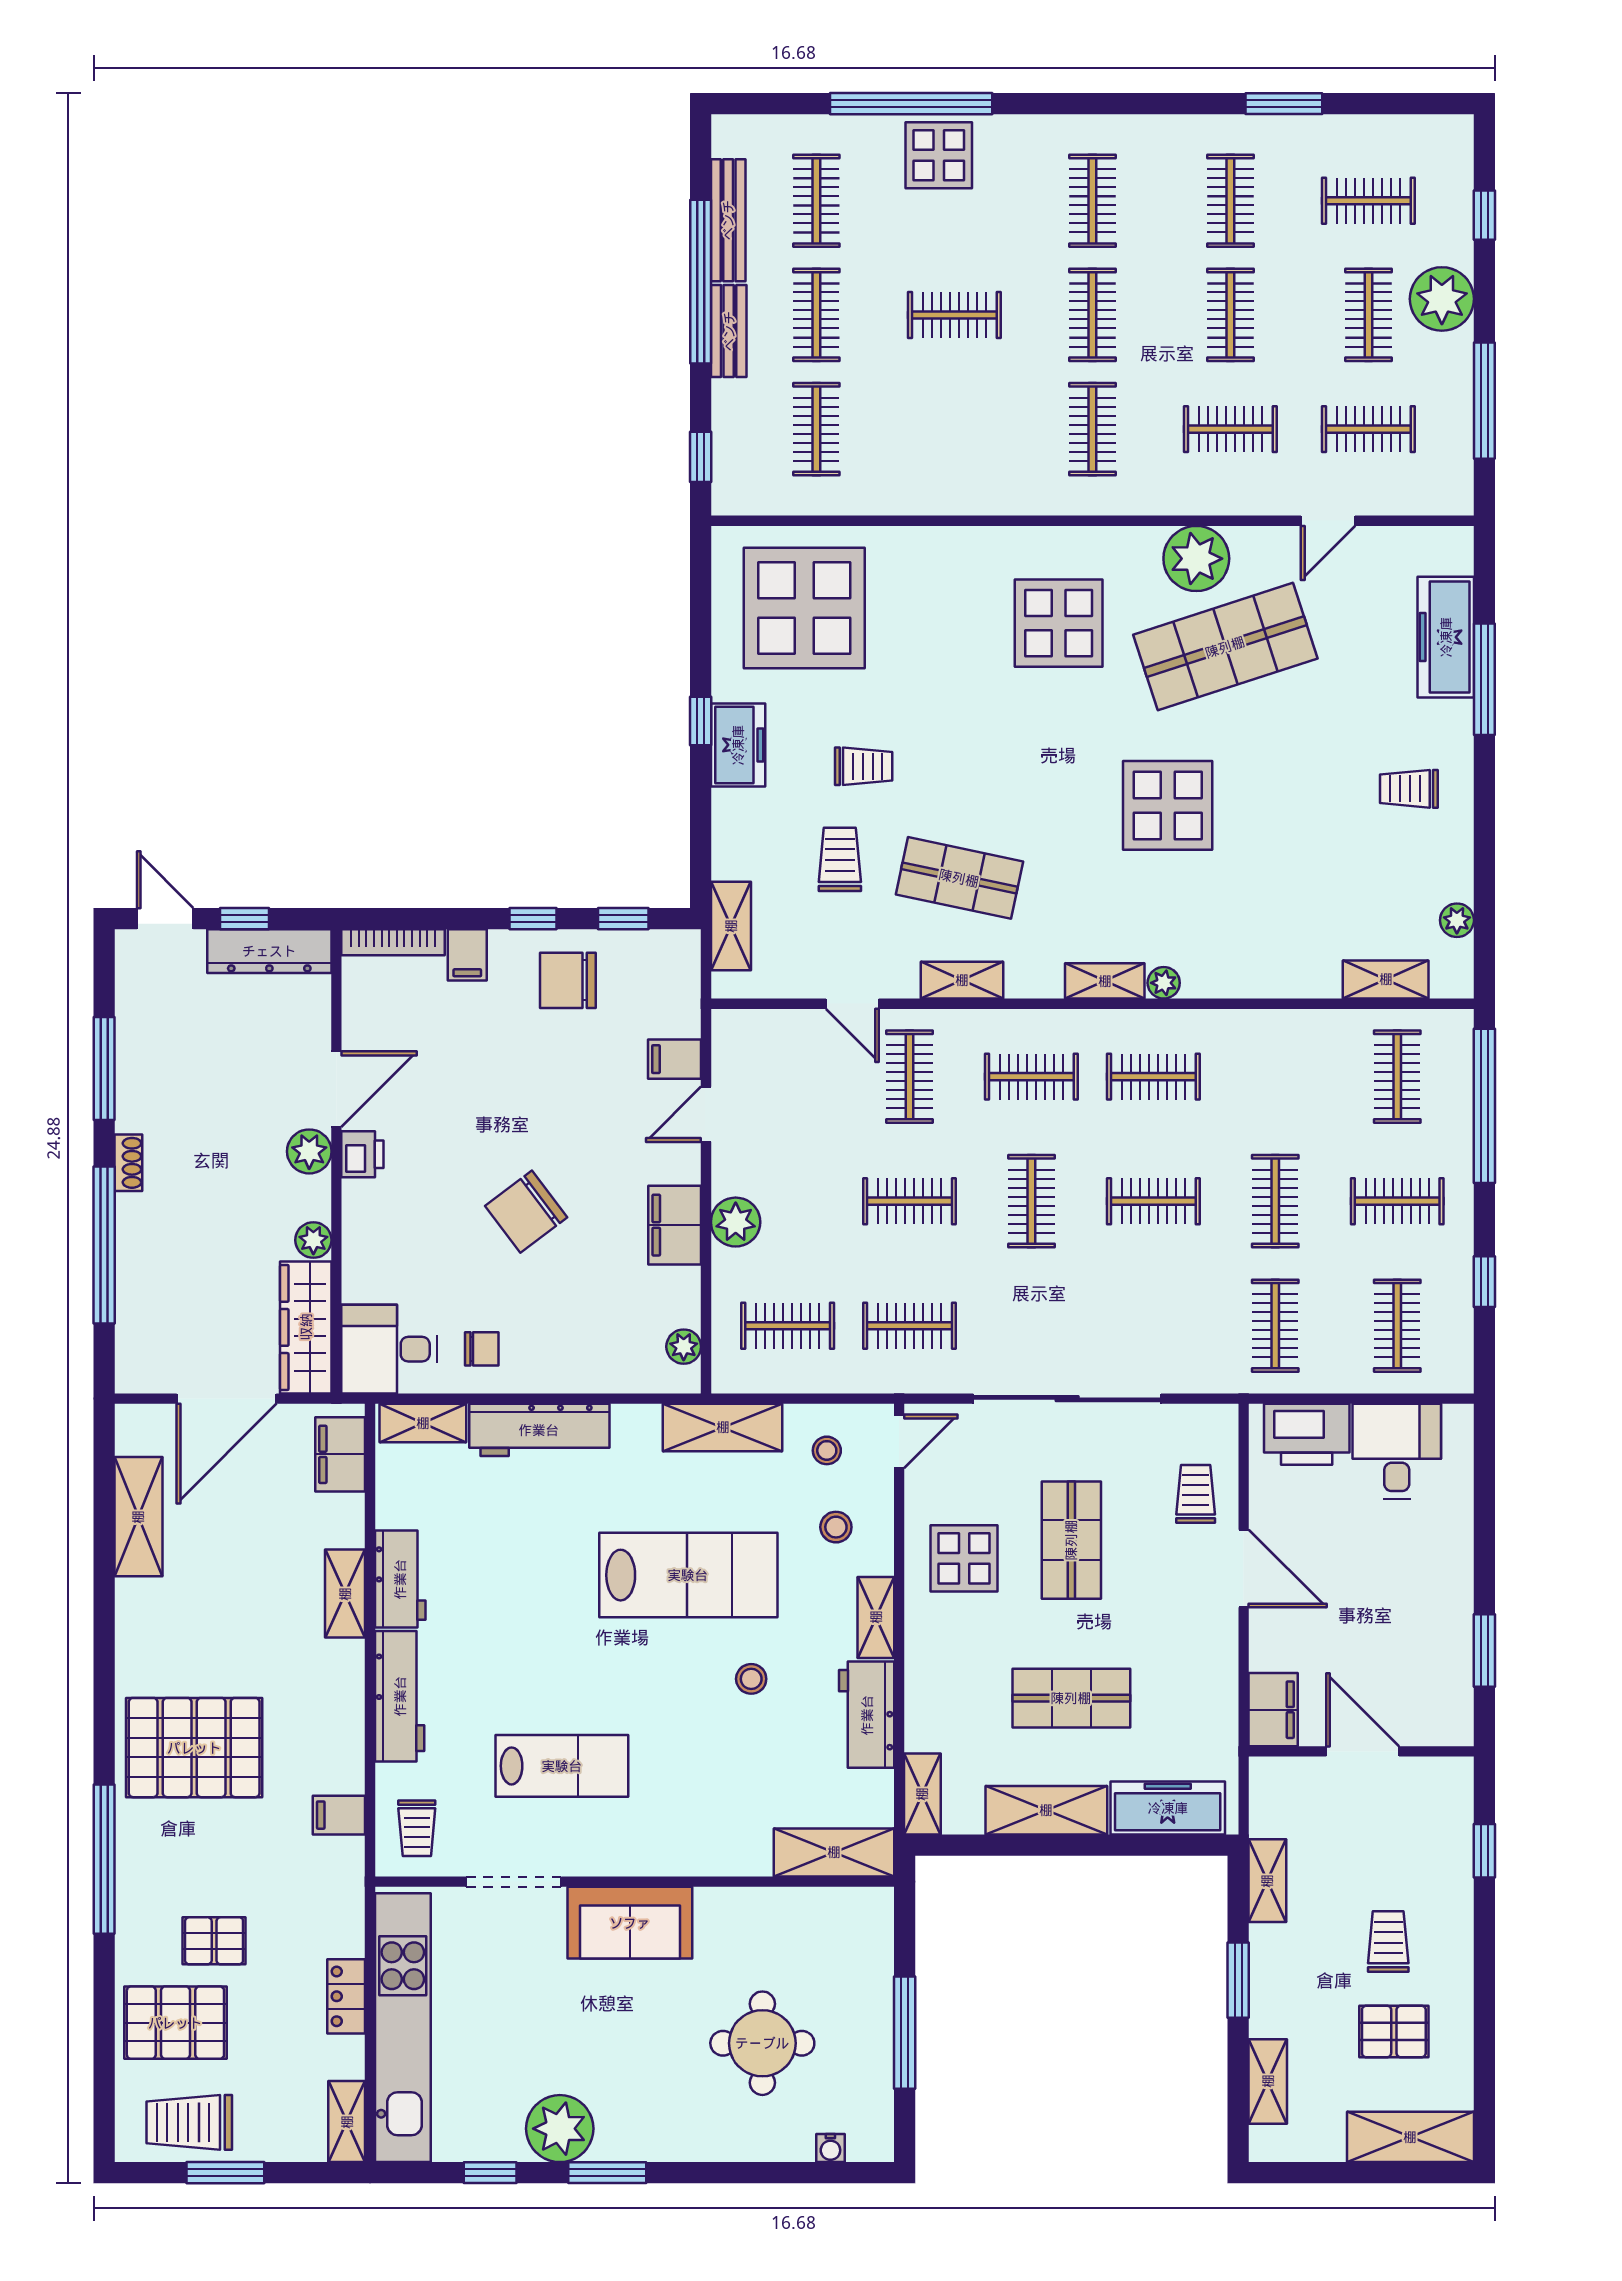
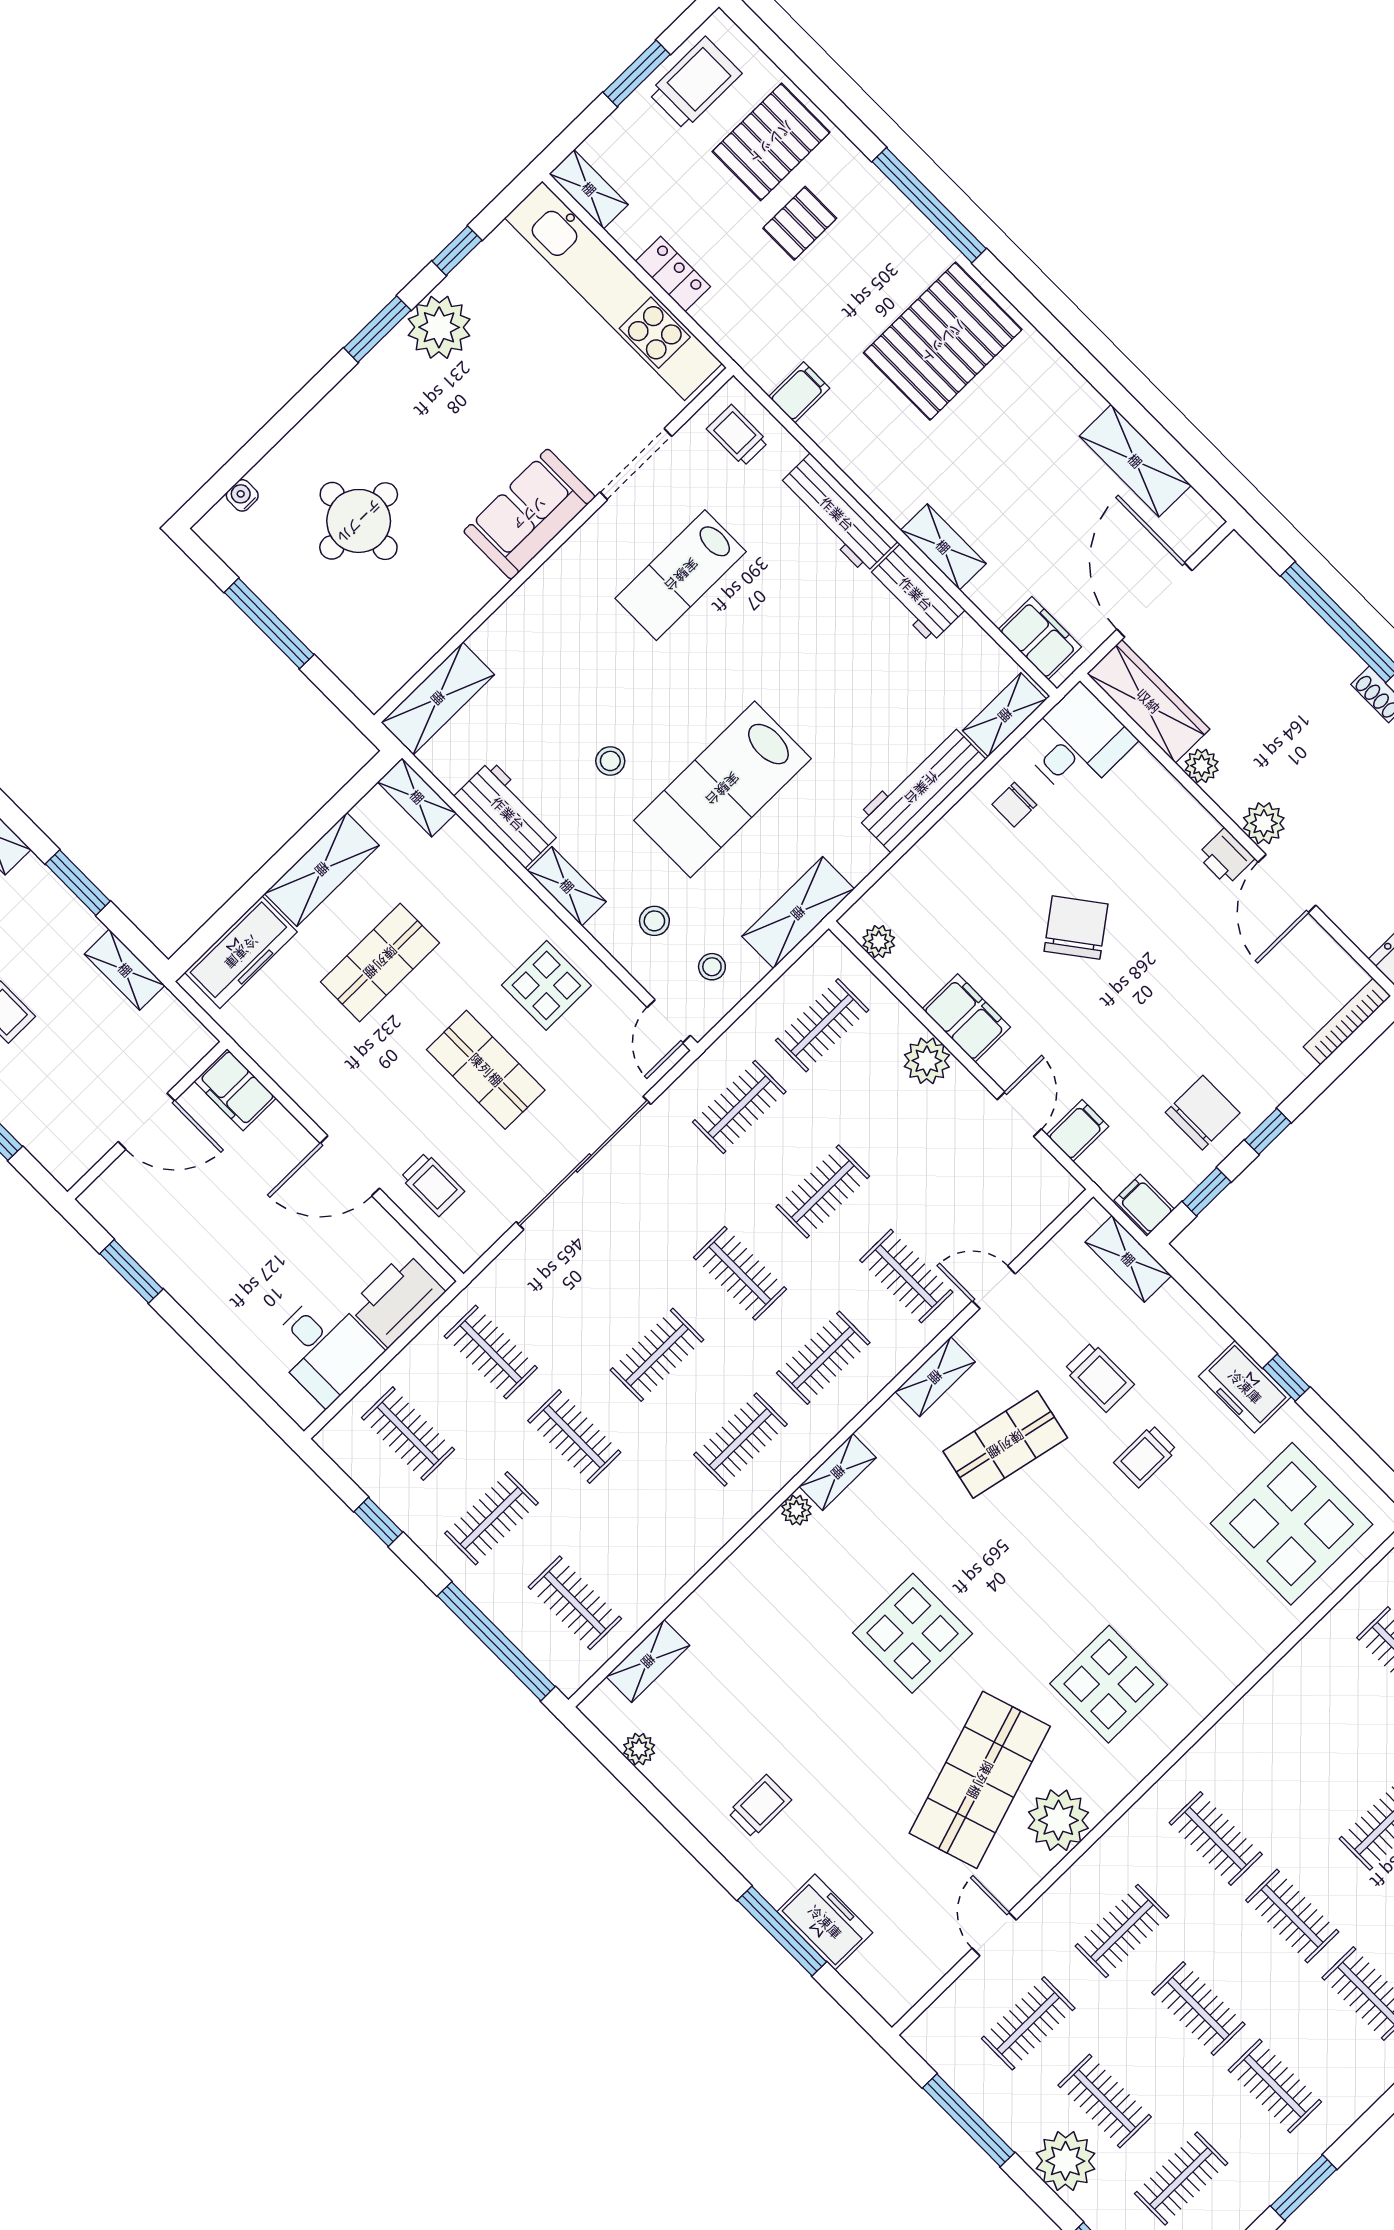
freezer: (1446, 637) -> (825, 1922), width x0.71
filing cabinet: (467, 955) -> (1144, 1205), moved

